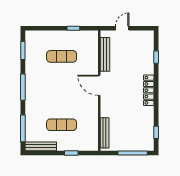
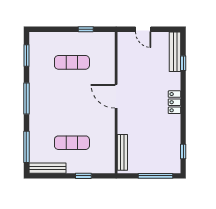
door: (122, 28) -> (143, 29), swing flipped
bench: (105, 54) -> (175, 52), moved
locker: (149, 90) -> (174, 102), width x0.66

